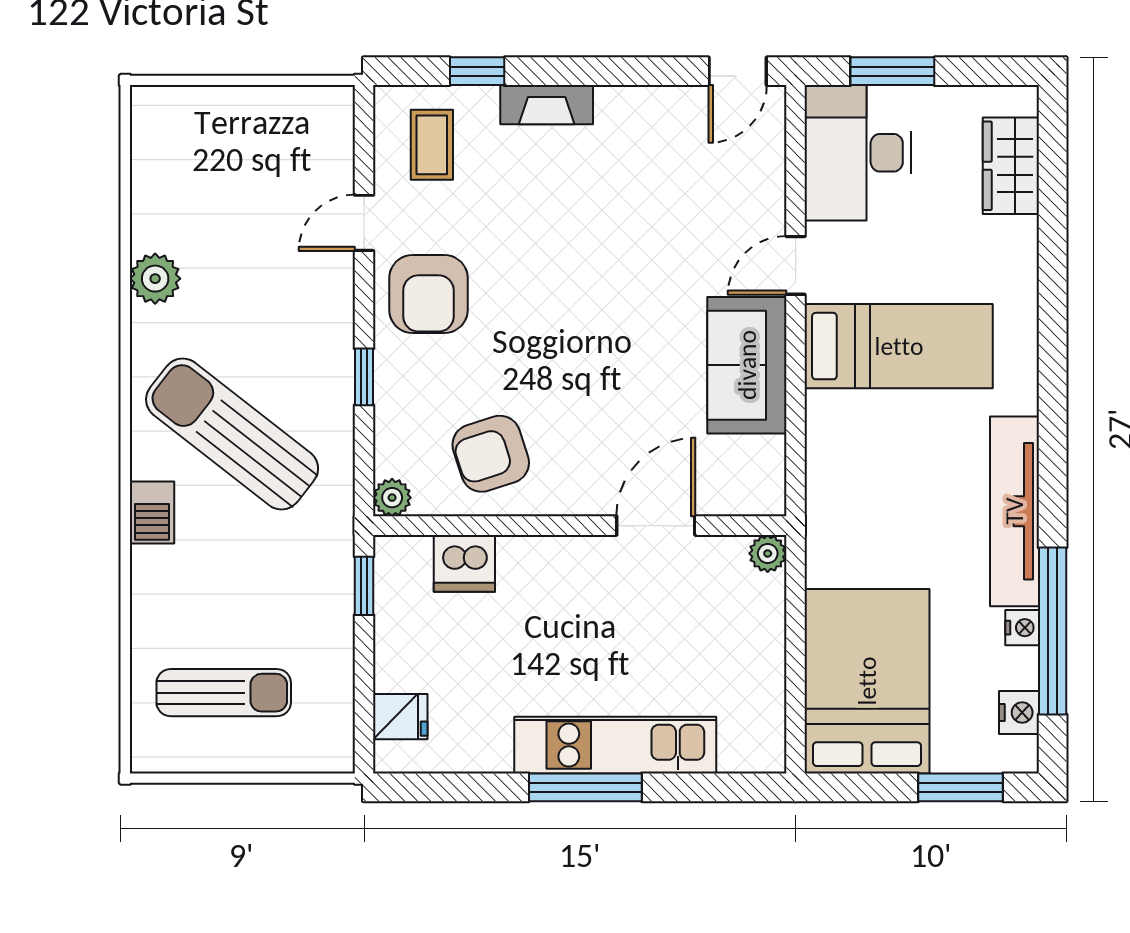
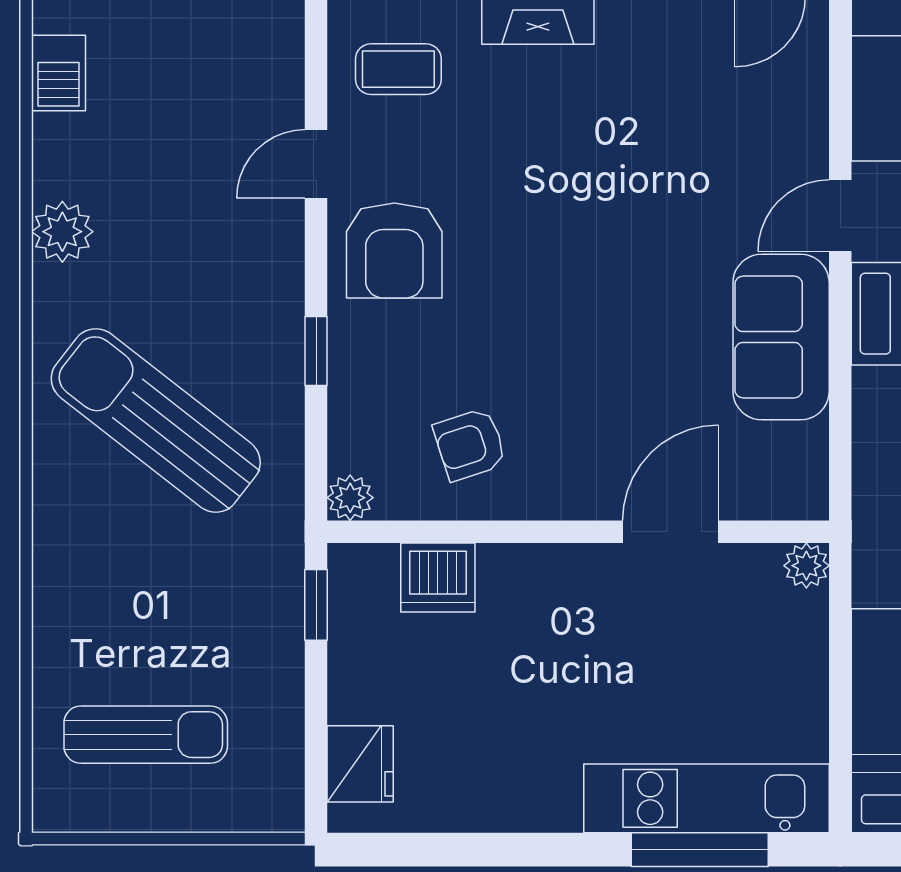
coffee table: (432, 145) -> (398, 69), turned 90
armchair: (491, 454) -> (470, 444), width x0.72, depth x0.72
barbecue: (152, 513) -> (59, 73), moved
fridge: (400, 717) -> (360, 764), width x1.38
kitchen unit: (615, 745) -> (706, 798), moved
window: (585, 787) -> (700, 850), moved

